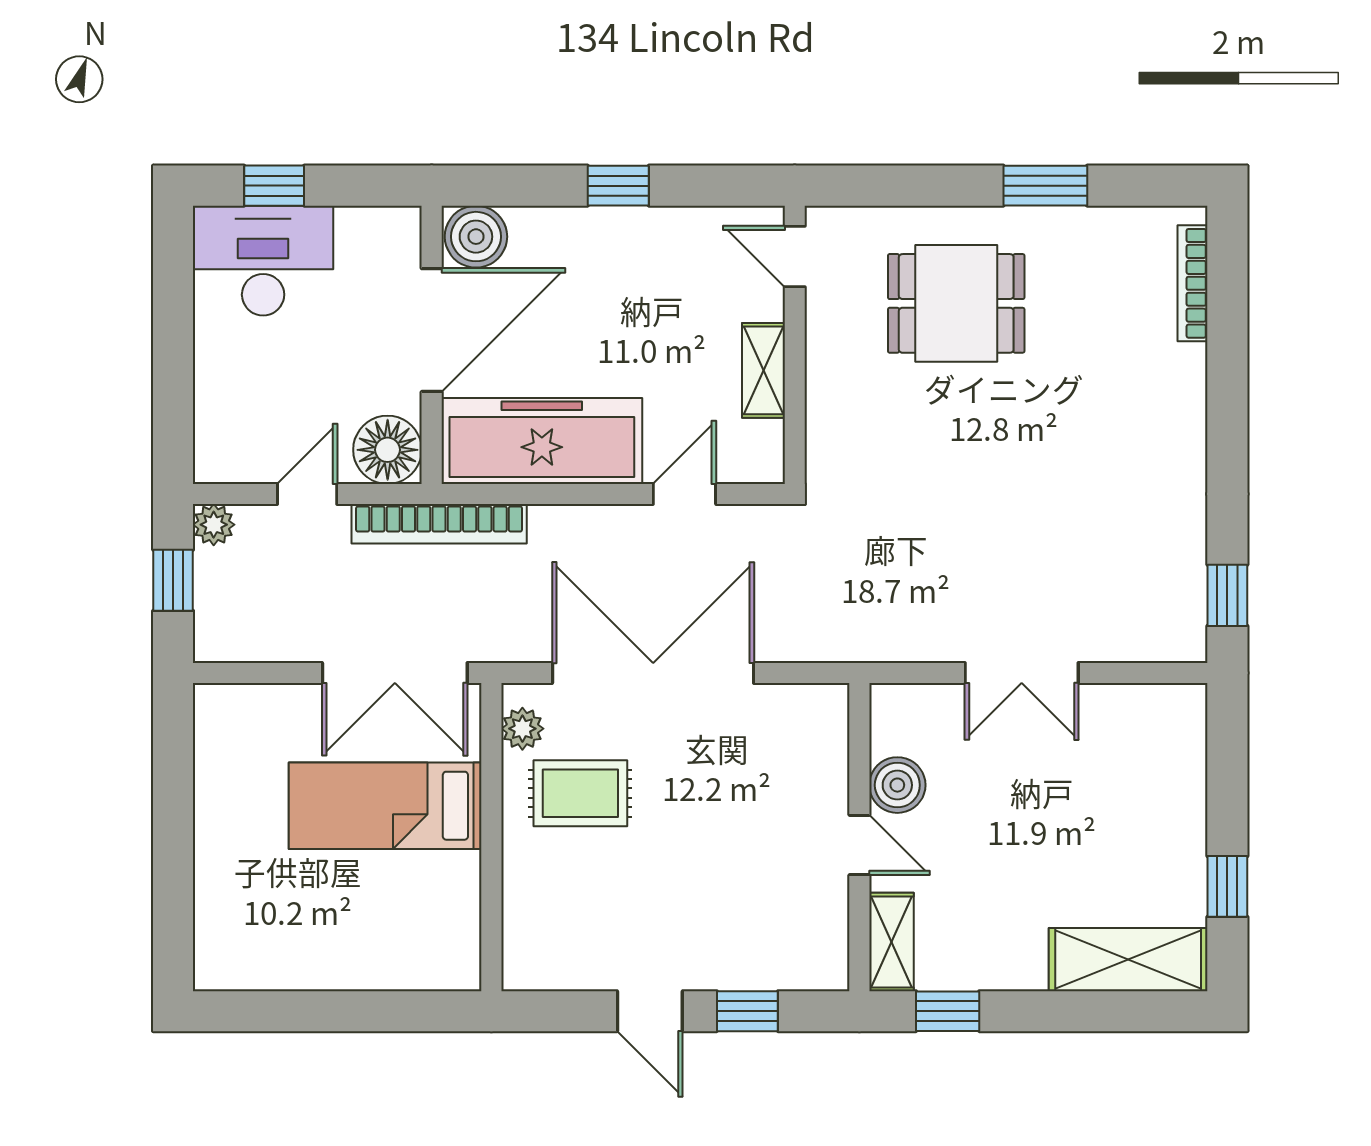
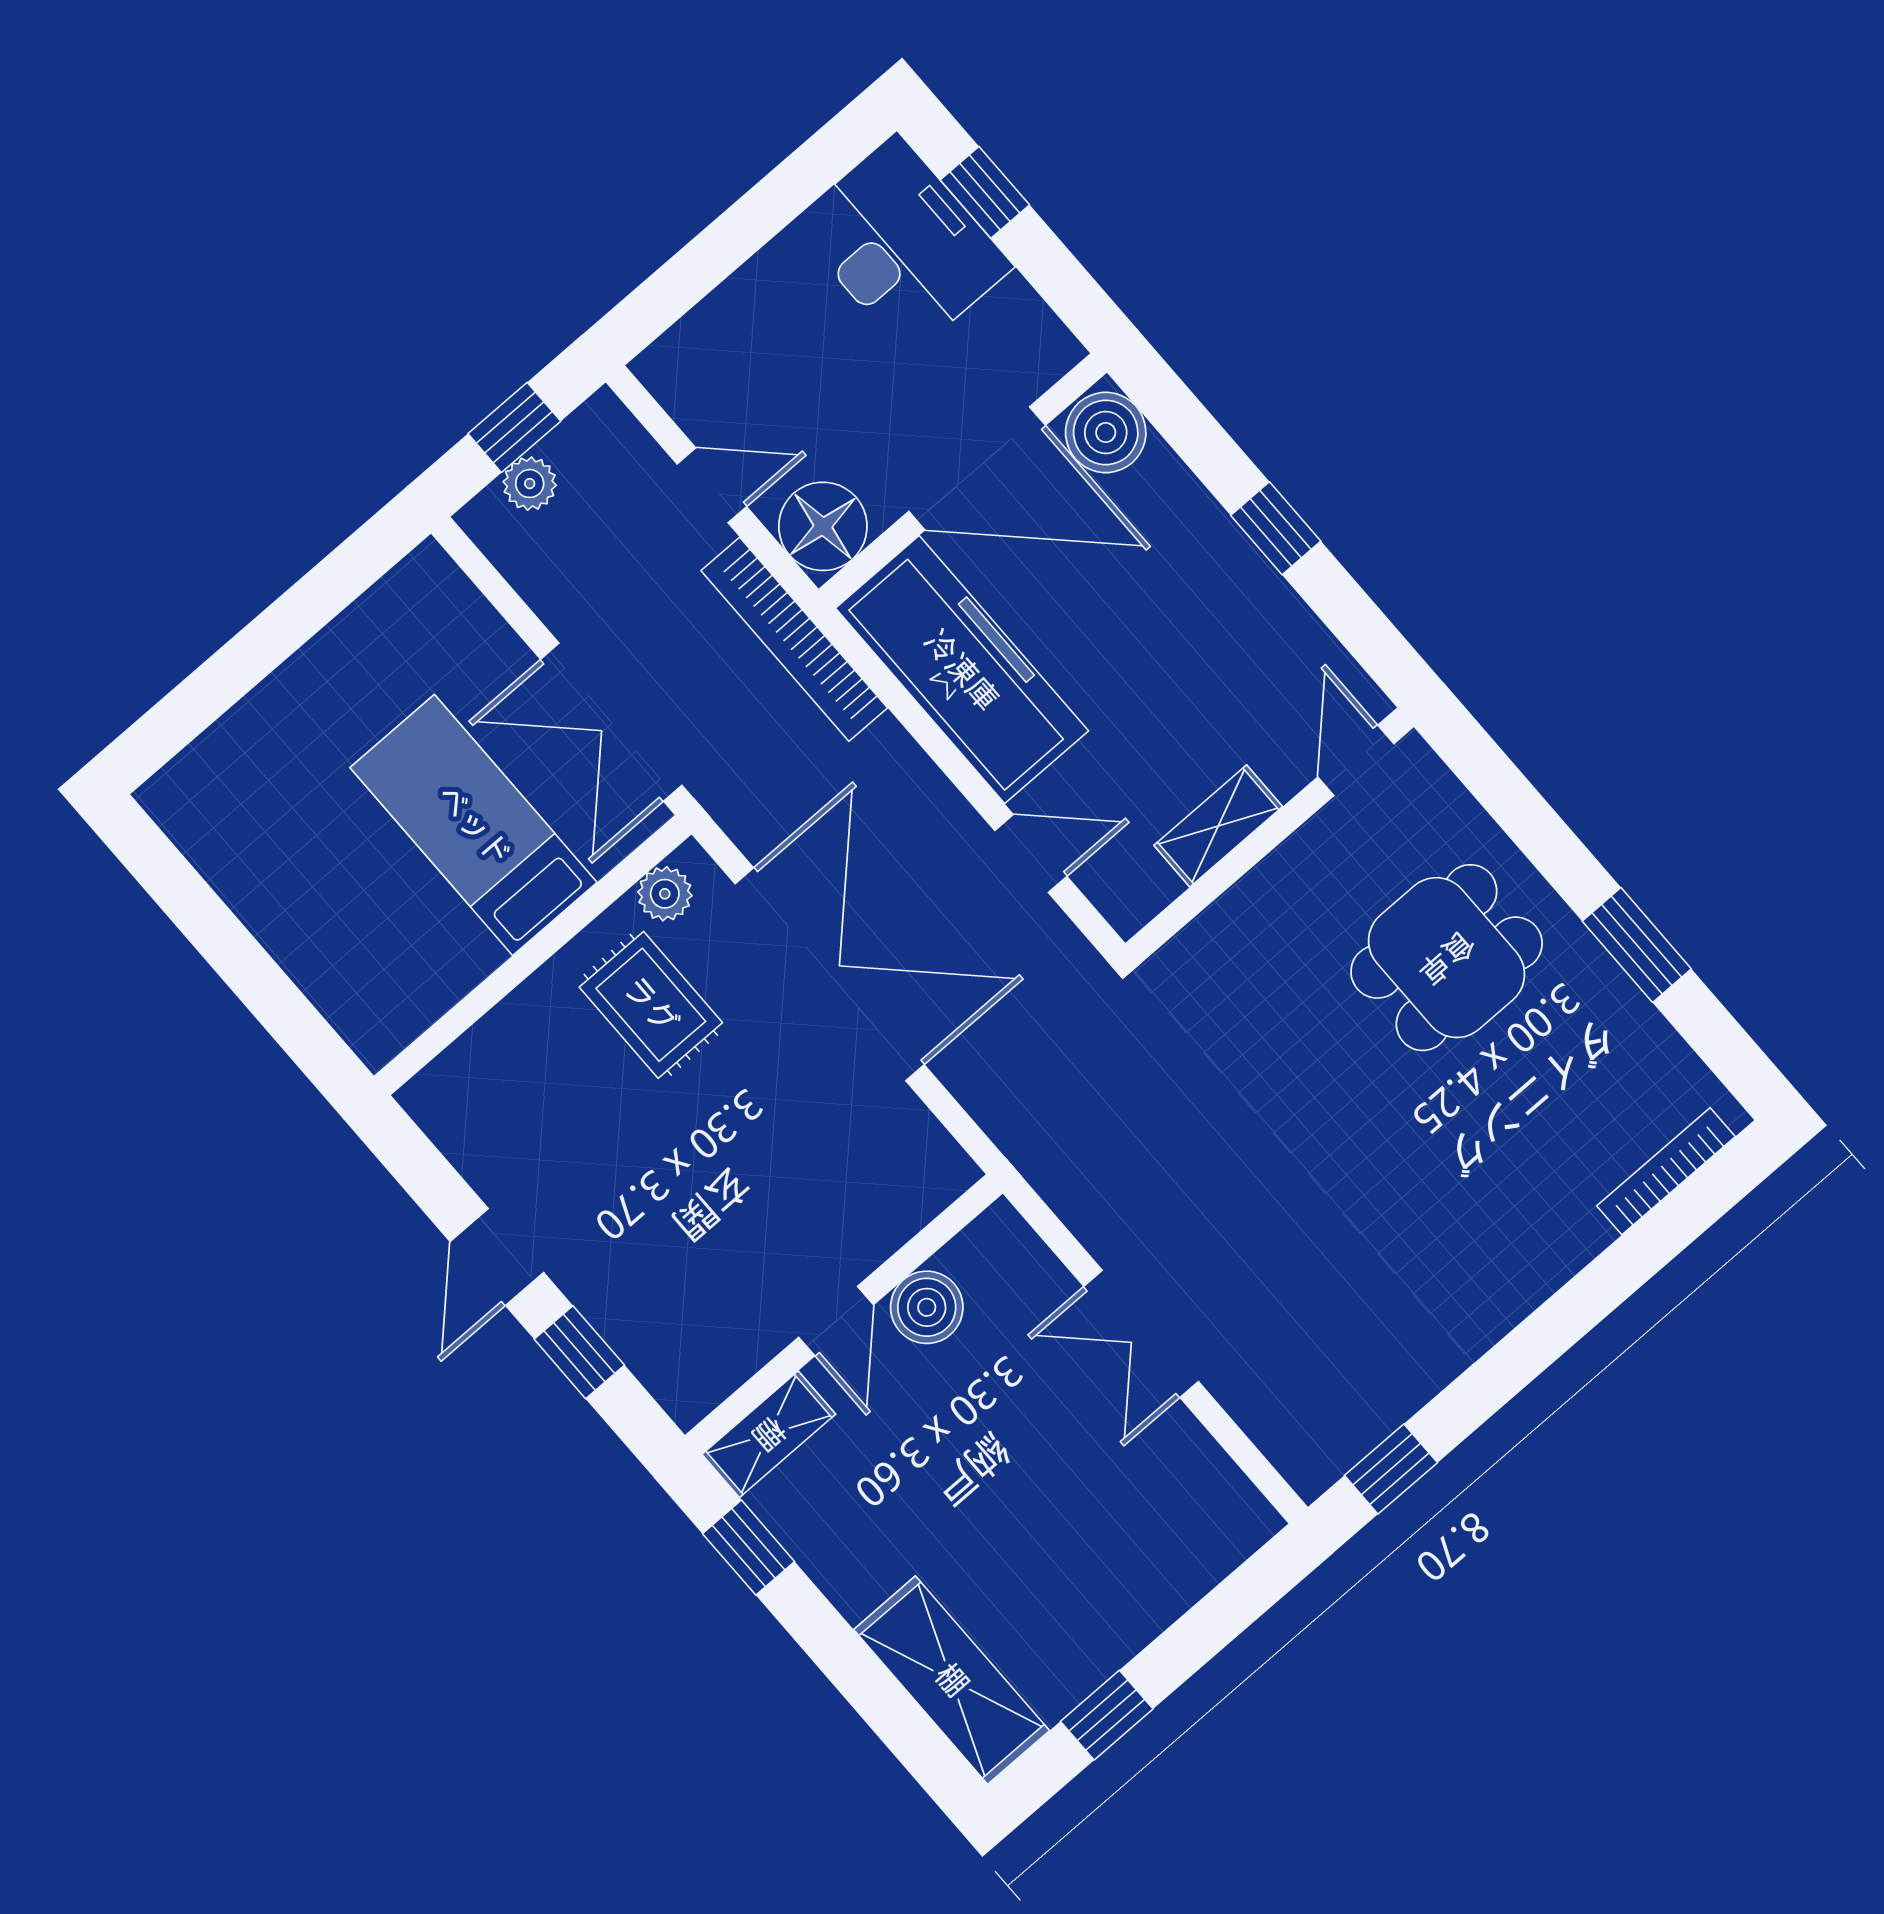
dining table: (956, 303) -> (1447, 958), turned 90
plant: (214, 525) -> (530, 484), moved

